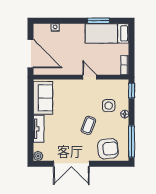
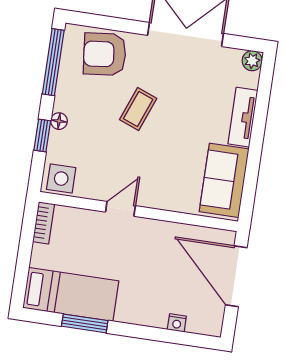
door: (90, 77) -> (120, 209), swing flipped
window: (132, 91) -> (42, 136), moved
side table: (109, 106) -> (61, 179), moved

